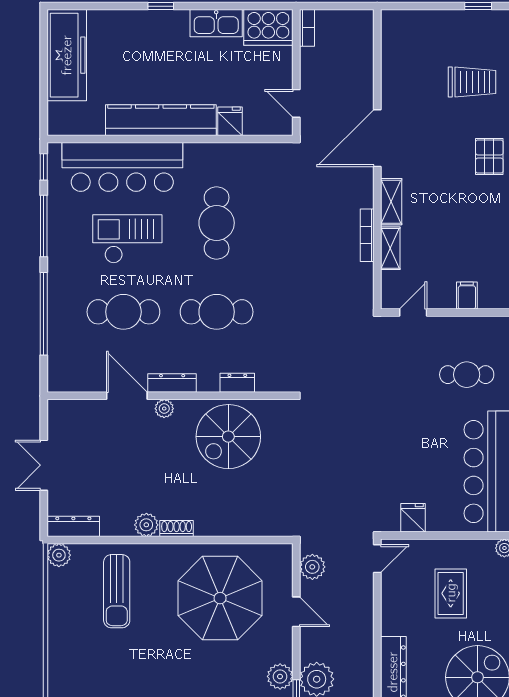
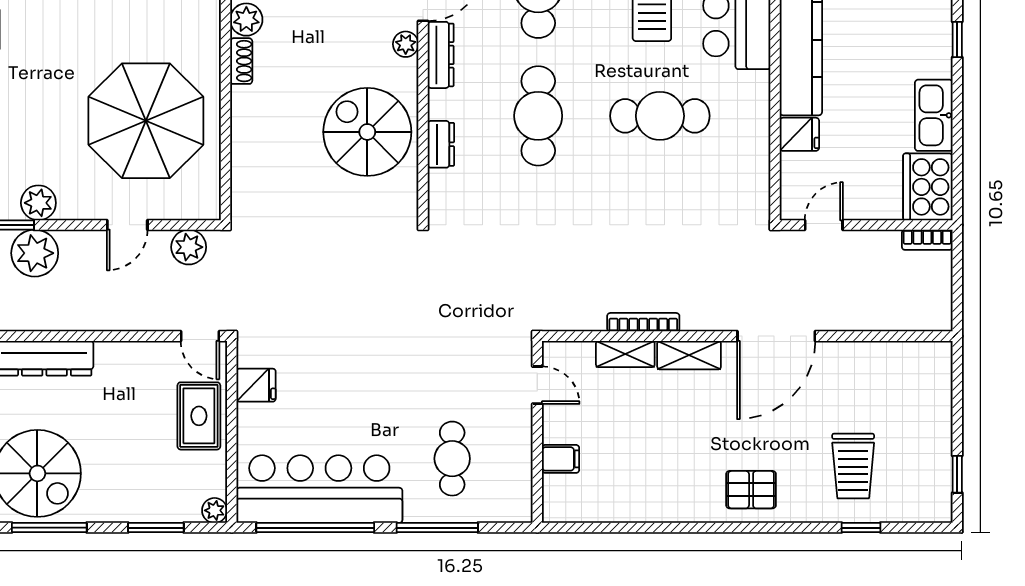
door: (377, 138) -> (776, 336), swing flipped
rug: (451, 593) -> (199, 416), moved, turned 90

